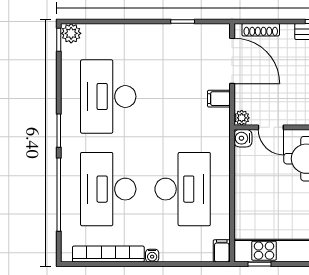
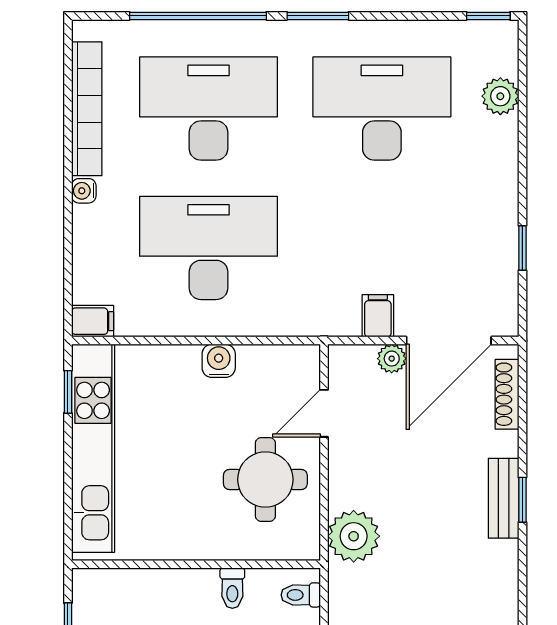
plant: (71, 33) -> (500, 96), moved
plant: (242, 118) -> (392, 359), moved
water cooler: (243, 138) -> (219, 361), moved
desk: (183, 189) -> (208, 248), turned 180

